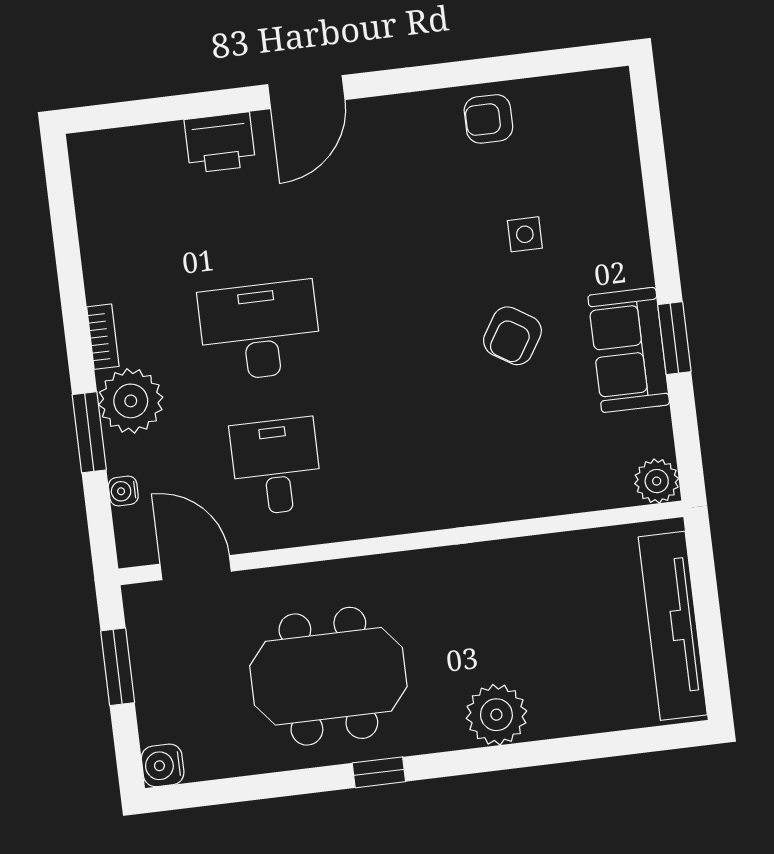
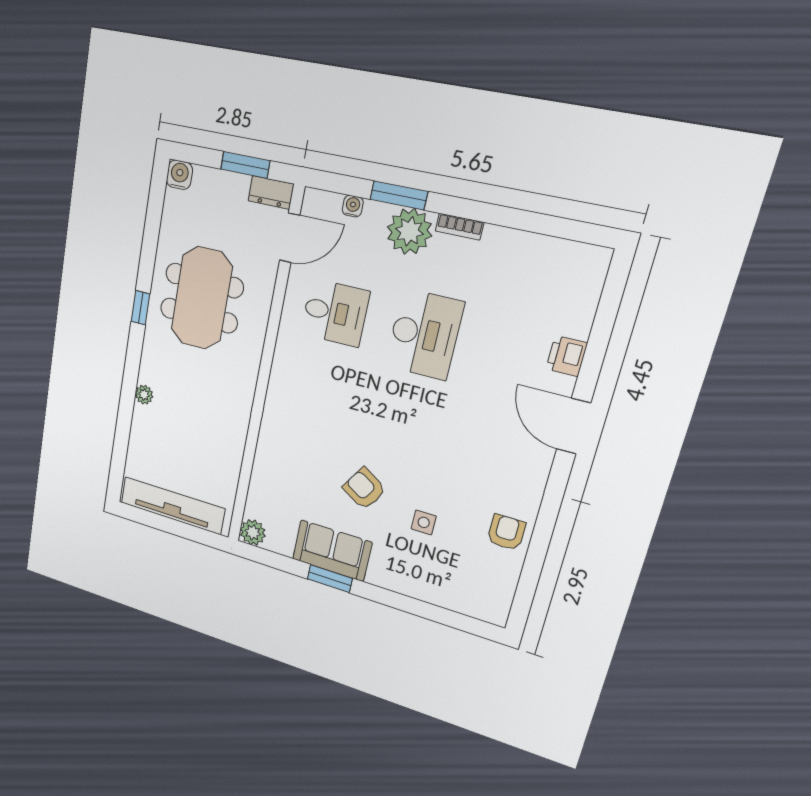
printer: (220, 143) -> (567, 356), width x0.73, depth x0.81
dresser: (143, 616) -> (271, 192), added
plant: (496, 715) -> (144, 395), width x0.53, depth x0.53

